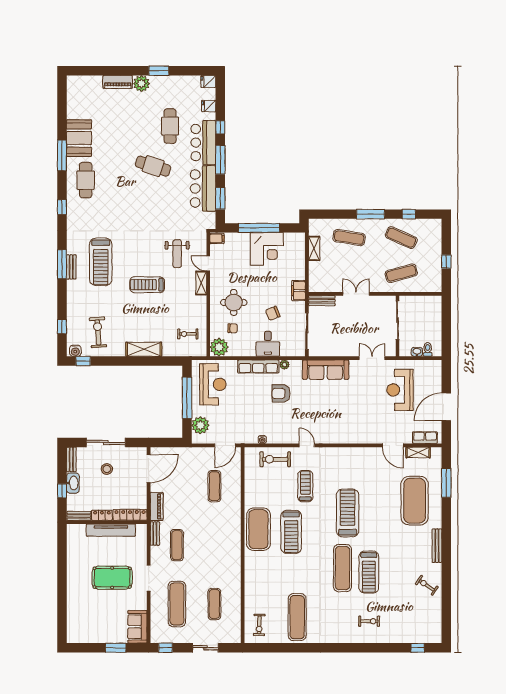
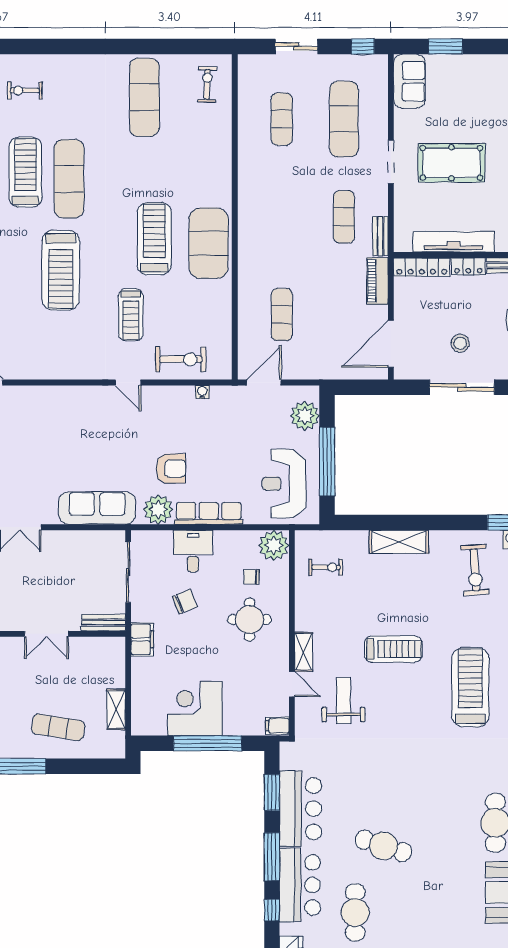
plant: (285, 365) -> (158, 509), width x1.87, depth x1.87

